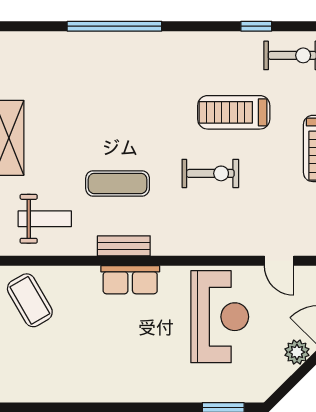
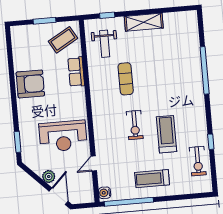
bench: (124, 246) -> (94, 85), removed
row of seats: (130, 280) -> (76, 72), moved
armchair: (111, 372) -> (30, 84), added

